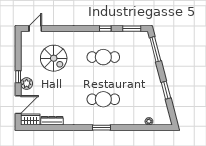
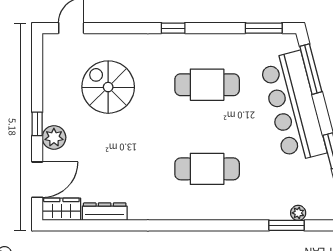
window: (105, 29) -> (173, 28), moved
spiral stairs: (54, 58) -> (108, 87), turned 180
bar counter: (146, 68) -> (293, 107), added
window: (102, 128) -> (287, 225), moved

